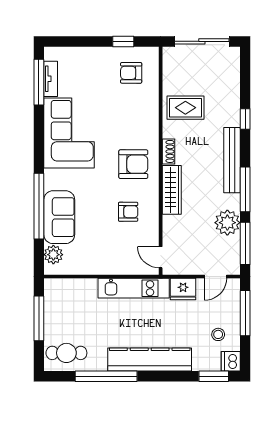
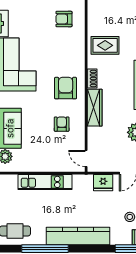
armchair: (133, 164) -> (66, 88), turned -90
armchair: (128, 212) -> (62, 124), turned -90
kitchen unit: (134, 288) -> (45, 182), moved

